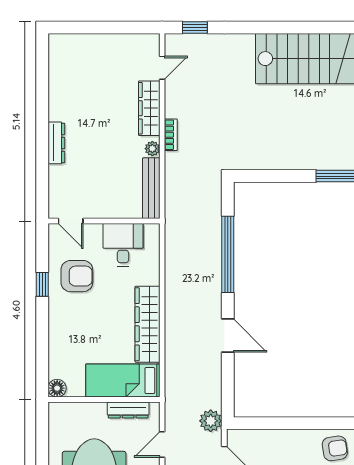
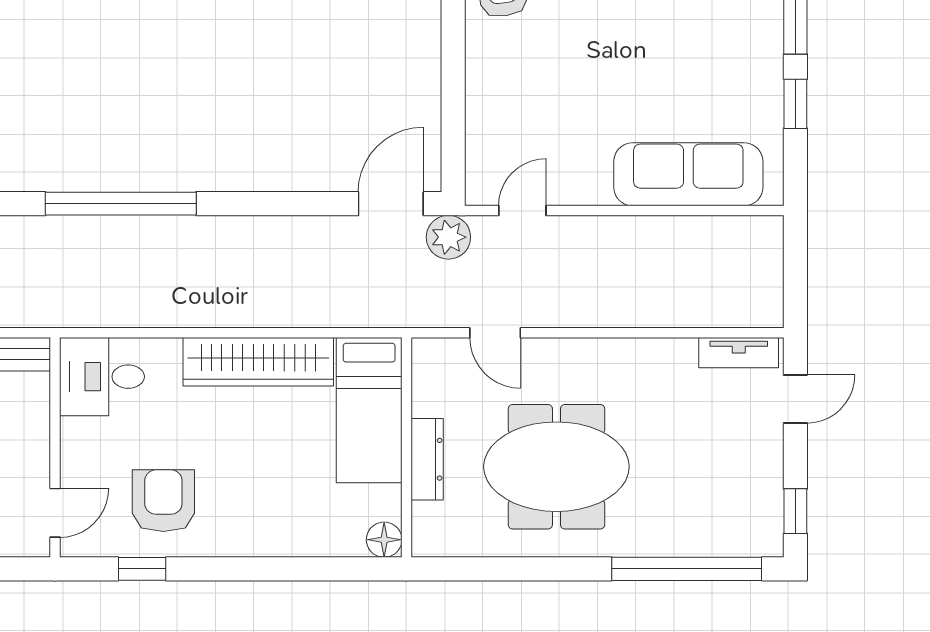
desk: (123, 245) -> (102, 377), moved
window: (42, 284) -> (142, 569), moved
door: (228, 335) -> (391, 204), moved
dresser: (128, 410) -> (427, 459), moved

